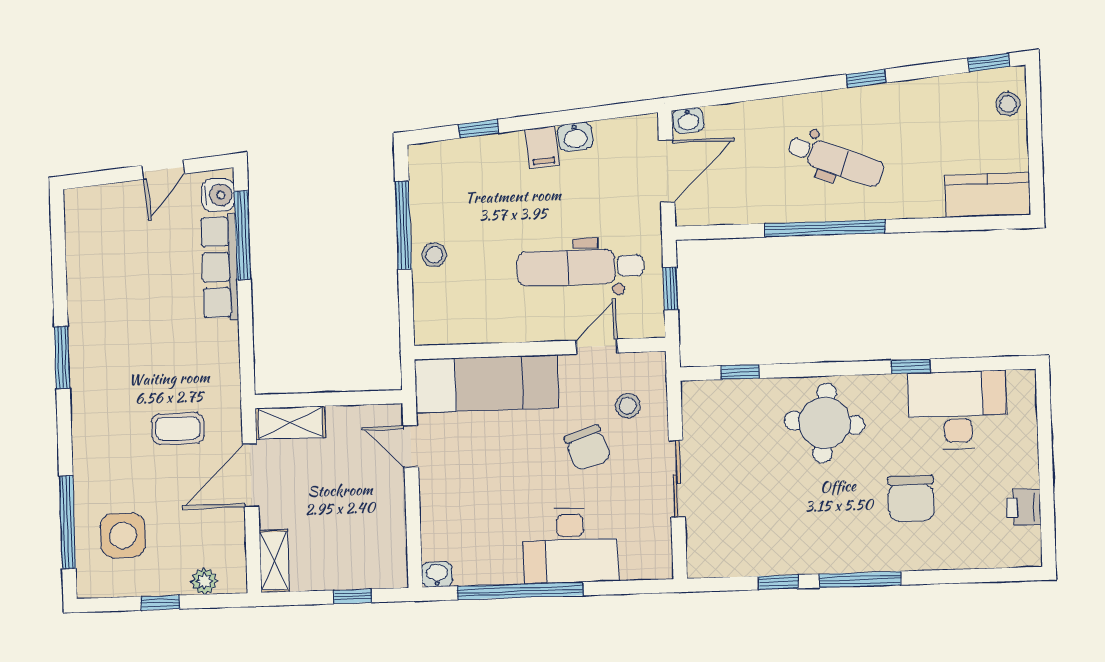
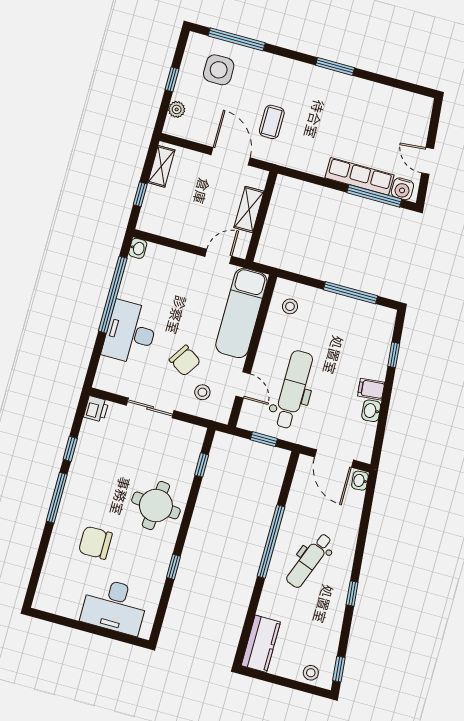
stool: (434, 255) -> (290, 306), moved
desk: (958, 410) -> (114, 606), moved, turned 90
shelving: (290, 423) -> (249, 209), moved
chair: (587, 448) -> (185, 361), turned -128
printer: (1024, 507) -> (96, 409), moved, turned 90
shelving: (274, 561) -> (161, 166), moved, turned 90

